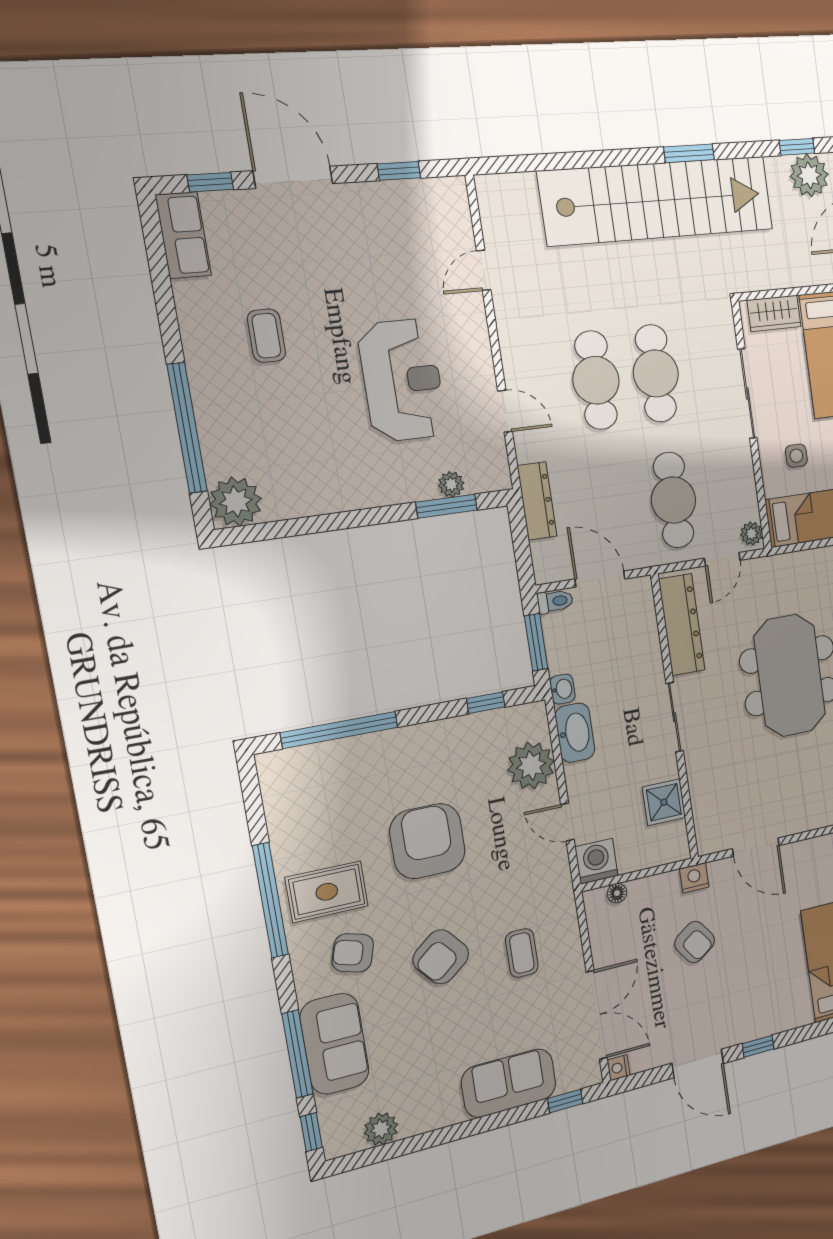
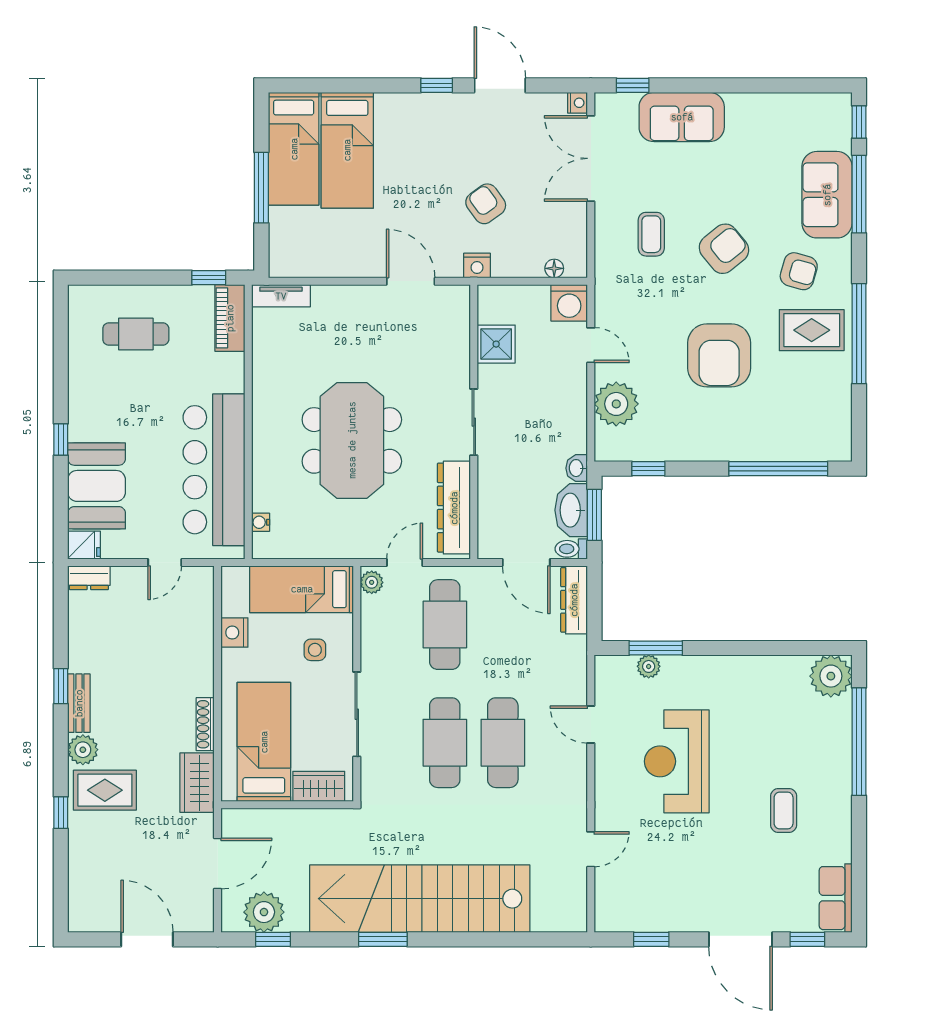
dresser: (537, 501) -> (574, 600), moved
washbasin: (575, 733) -> (571, 510), moved
plant: (381, 1129) -> (800, 108), removed

